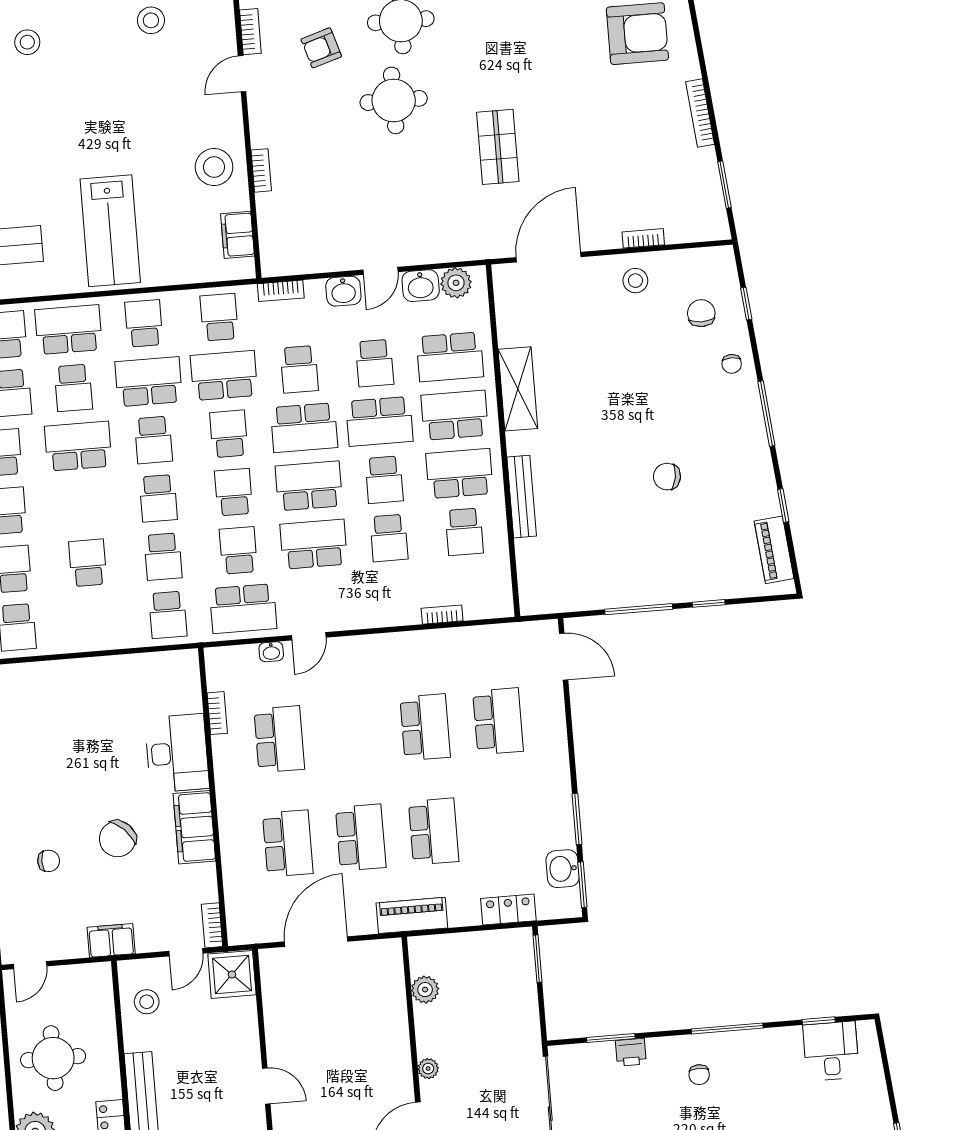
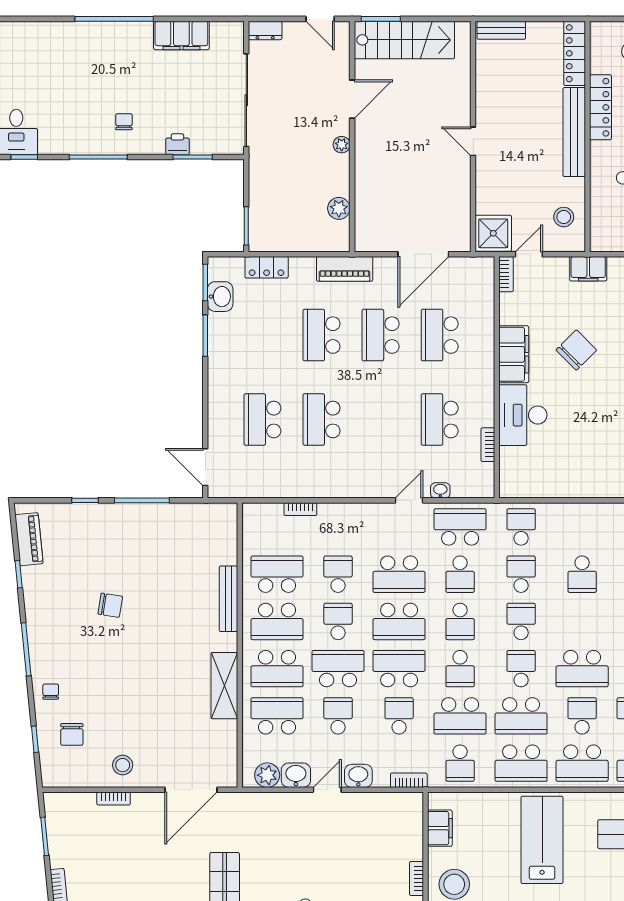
school desk: (144, 323) -> (521, 763), width x1.85
school desk: (464, 532) -> (277, 574), width x1.85

